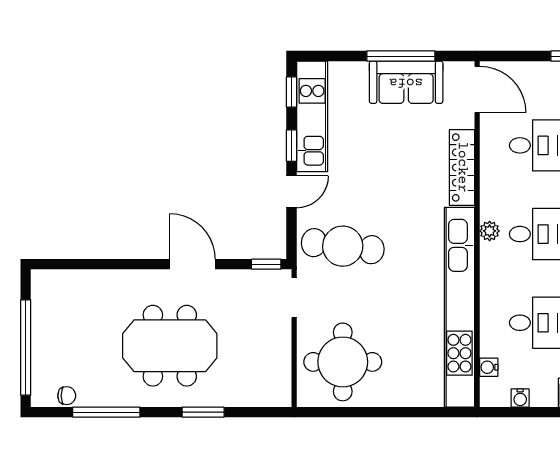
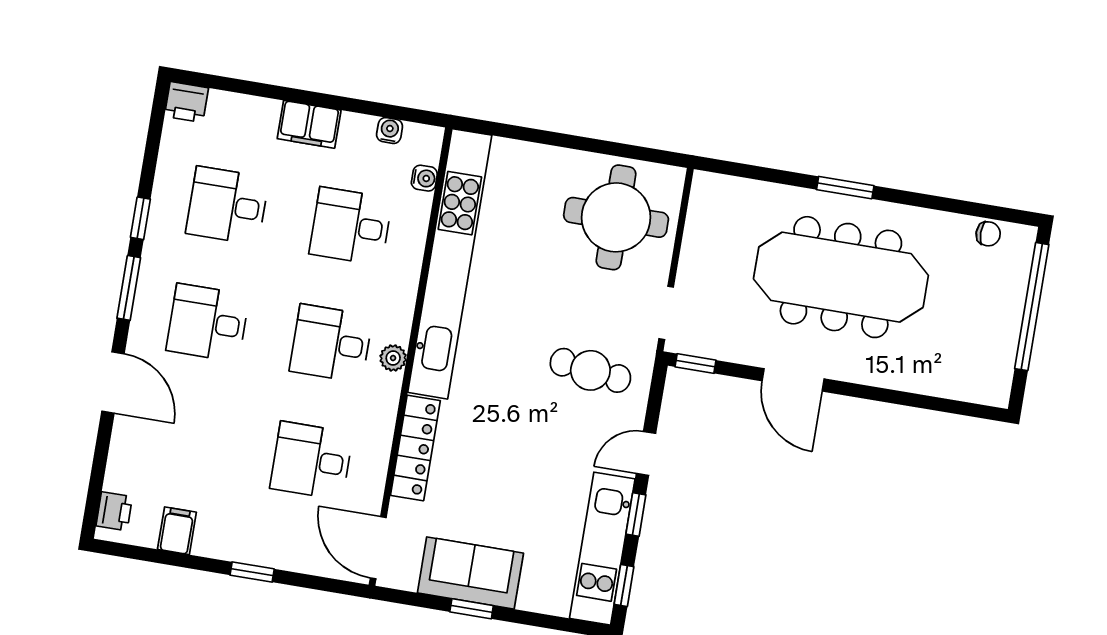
window: (401, 56) -> (472, 609), width x0.46
cafe table: (343, 246) -> (590, 370), width x0.73, depth x0.74
meeting table: (170, 346) -> (841, 277), width x1.36
chair: (67, 396) -> (988, 234), turned 180
window: (106, 412) -> (940, 203), removed
window: (203, 412) -> (845, 188), moved

